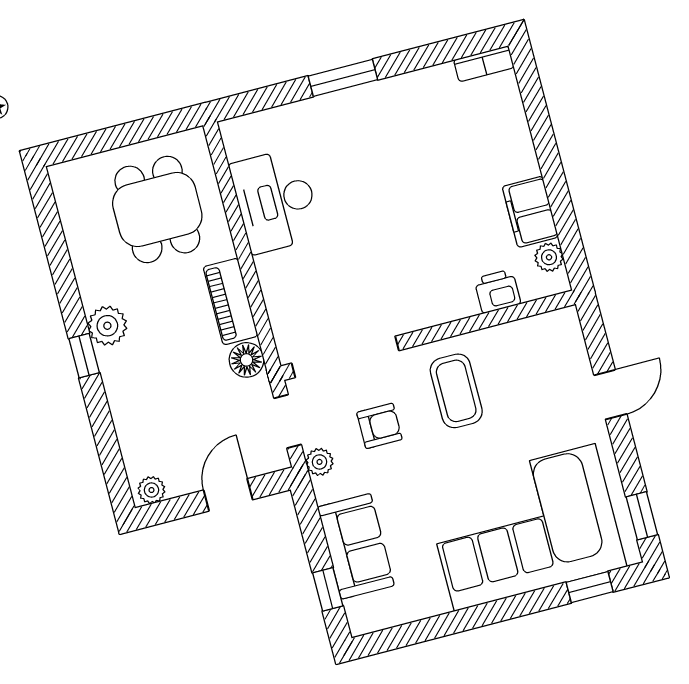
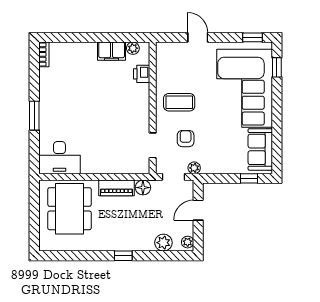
desk: (276, 201) -> (59, 158), moved
dining table: (157, 210) -> (70, 209), width x1.37
plant: (107, 326) -> (163, 243), moved
doorway: (345, 357) -> (153, 145), width x0.53
door: (228, 495) -> (198, 210), hinge flipped
sofa: (356, 546) -> (260, 149), moved, turned -90

